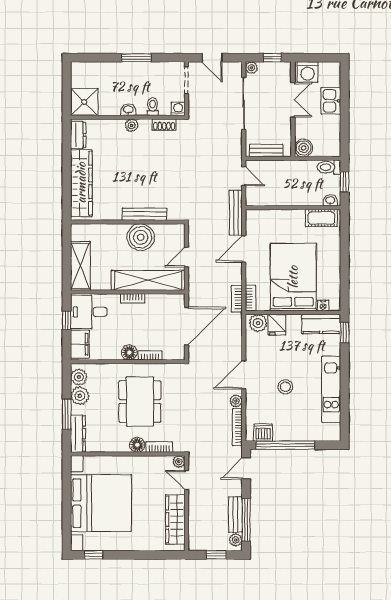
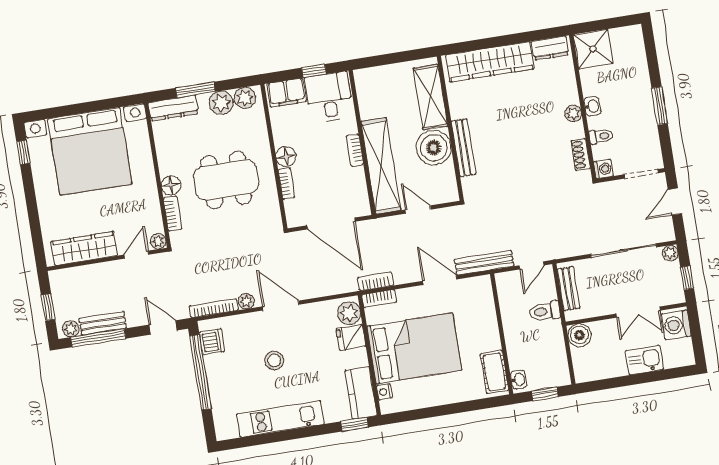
toilet: (329, 167) -> (545, 311), moved, turned -90
shelving: (80, 266) -> (431, 97), moved, turned 90

